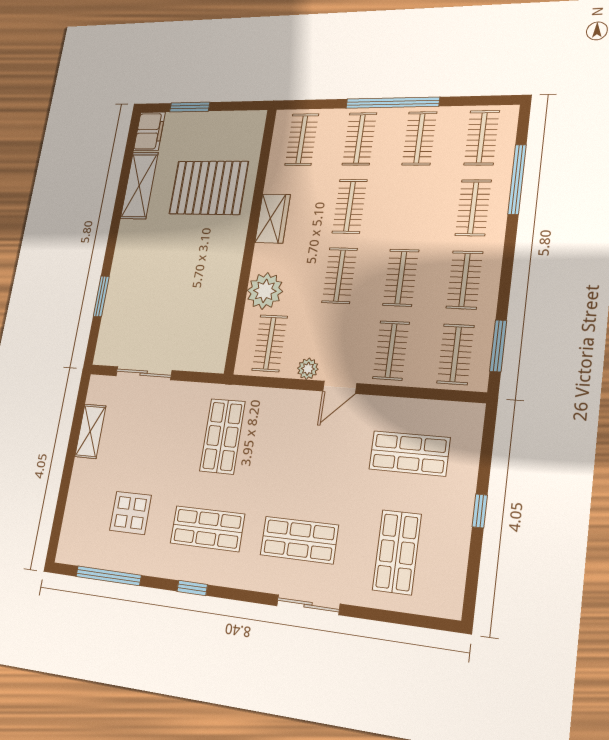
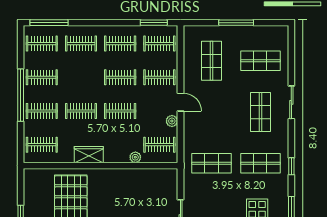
window: (517, 179) -> (49, 23), moved
plant: (265, 291) -> (135, 157), width x0.53, depth x0.53
window: (480, 511) -> (236, 23), width x2.17
shop shelf: (207, 529) -> (260, 163), turned 90

